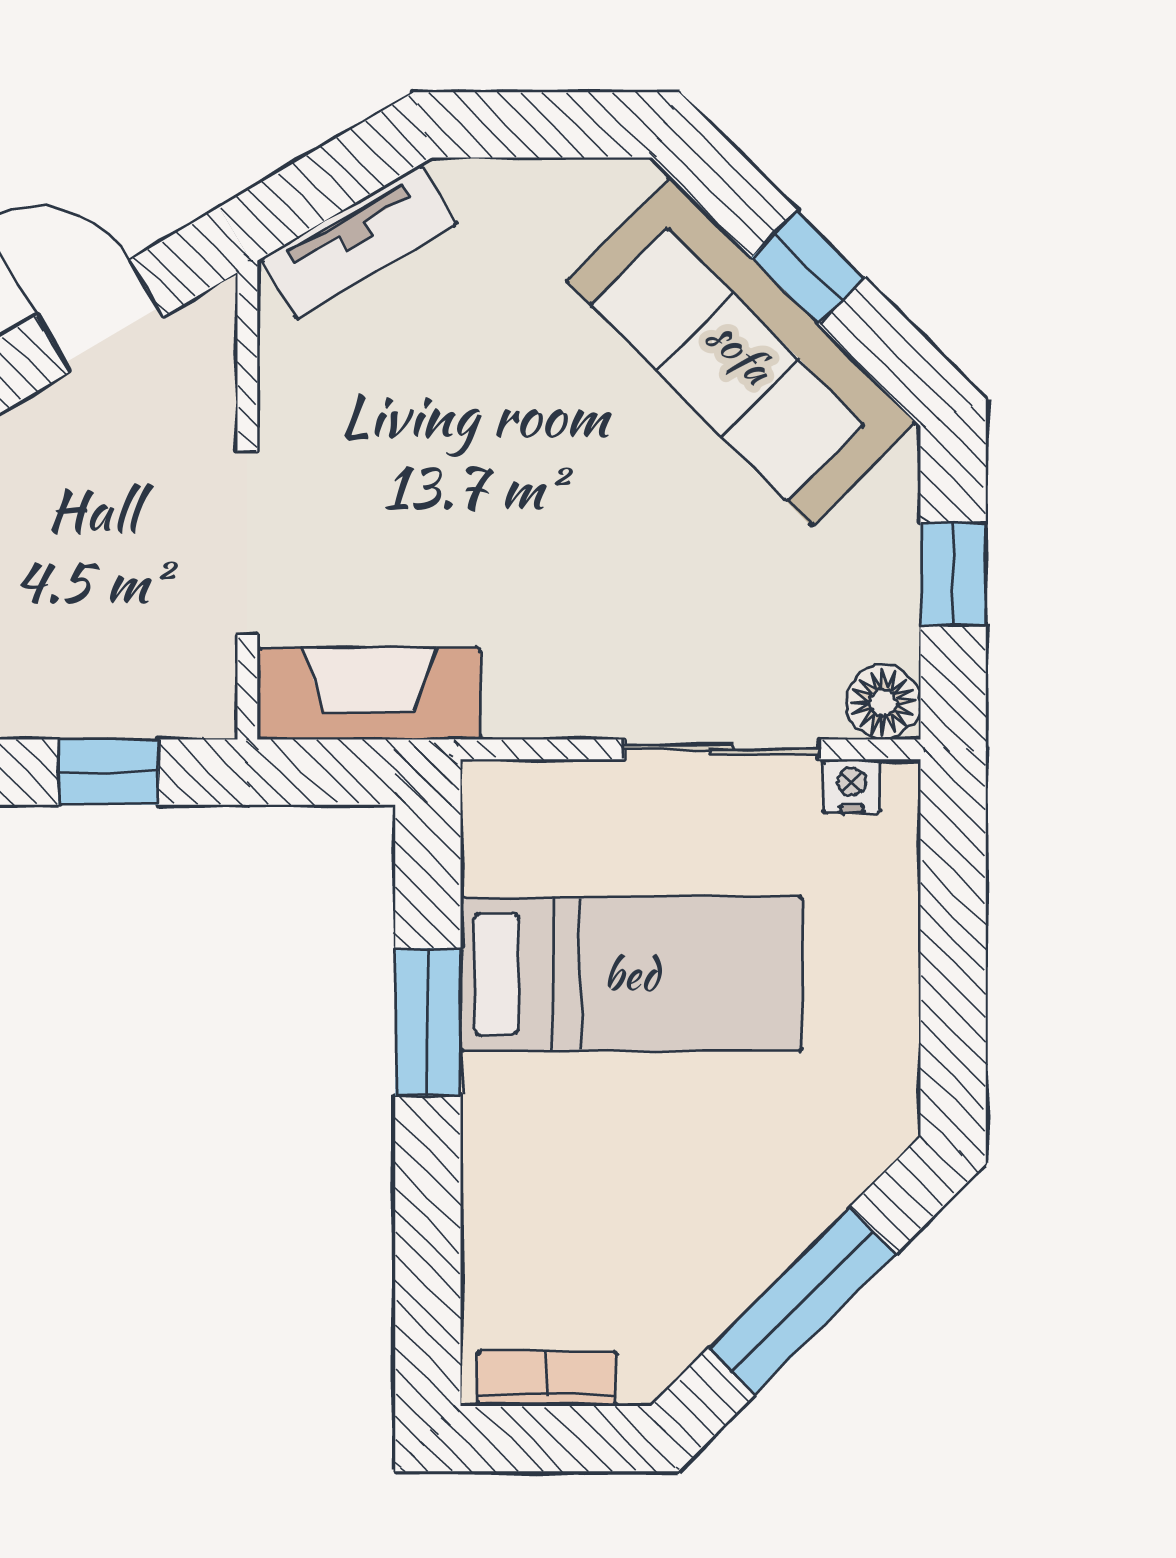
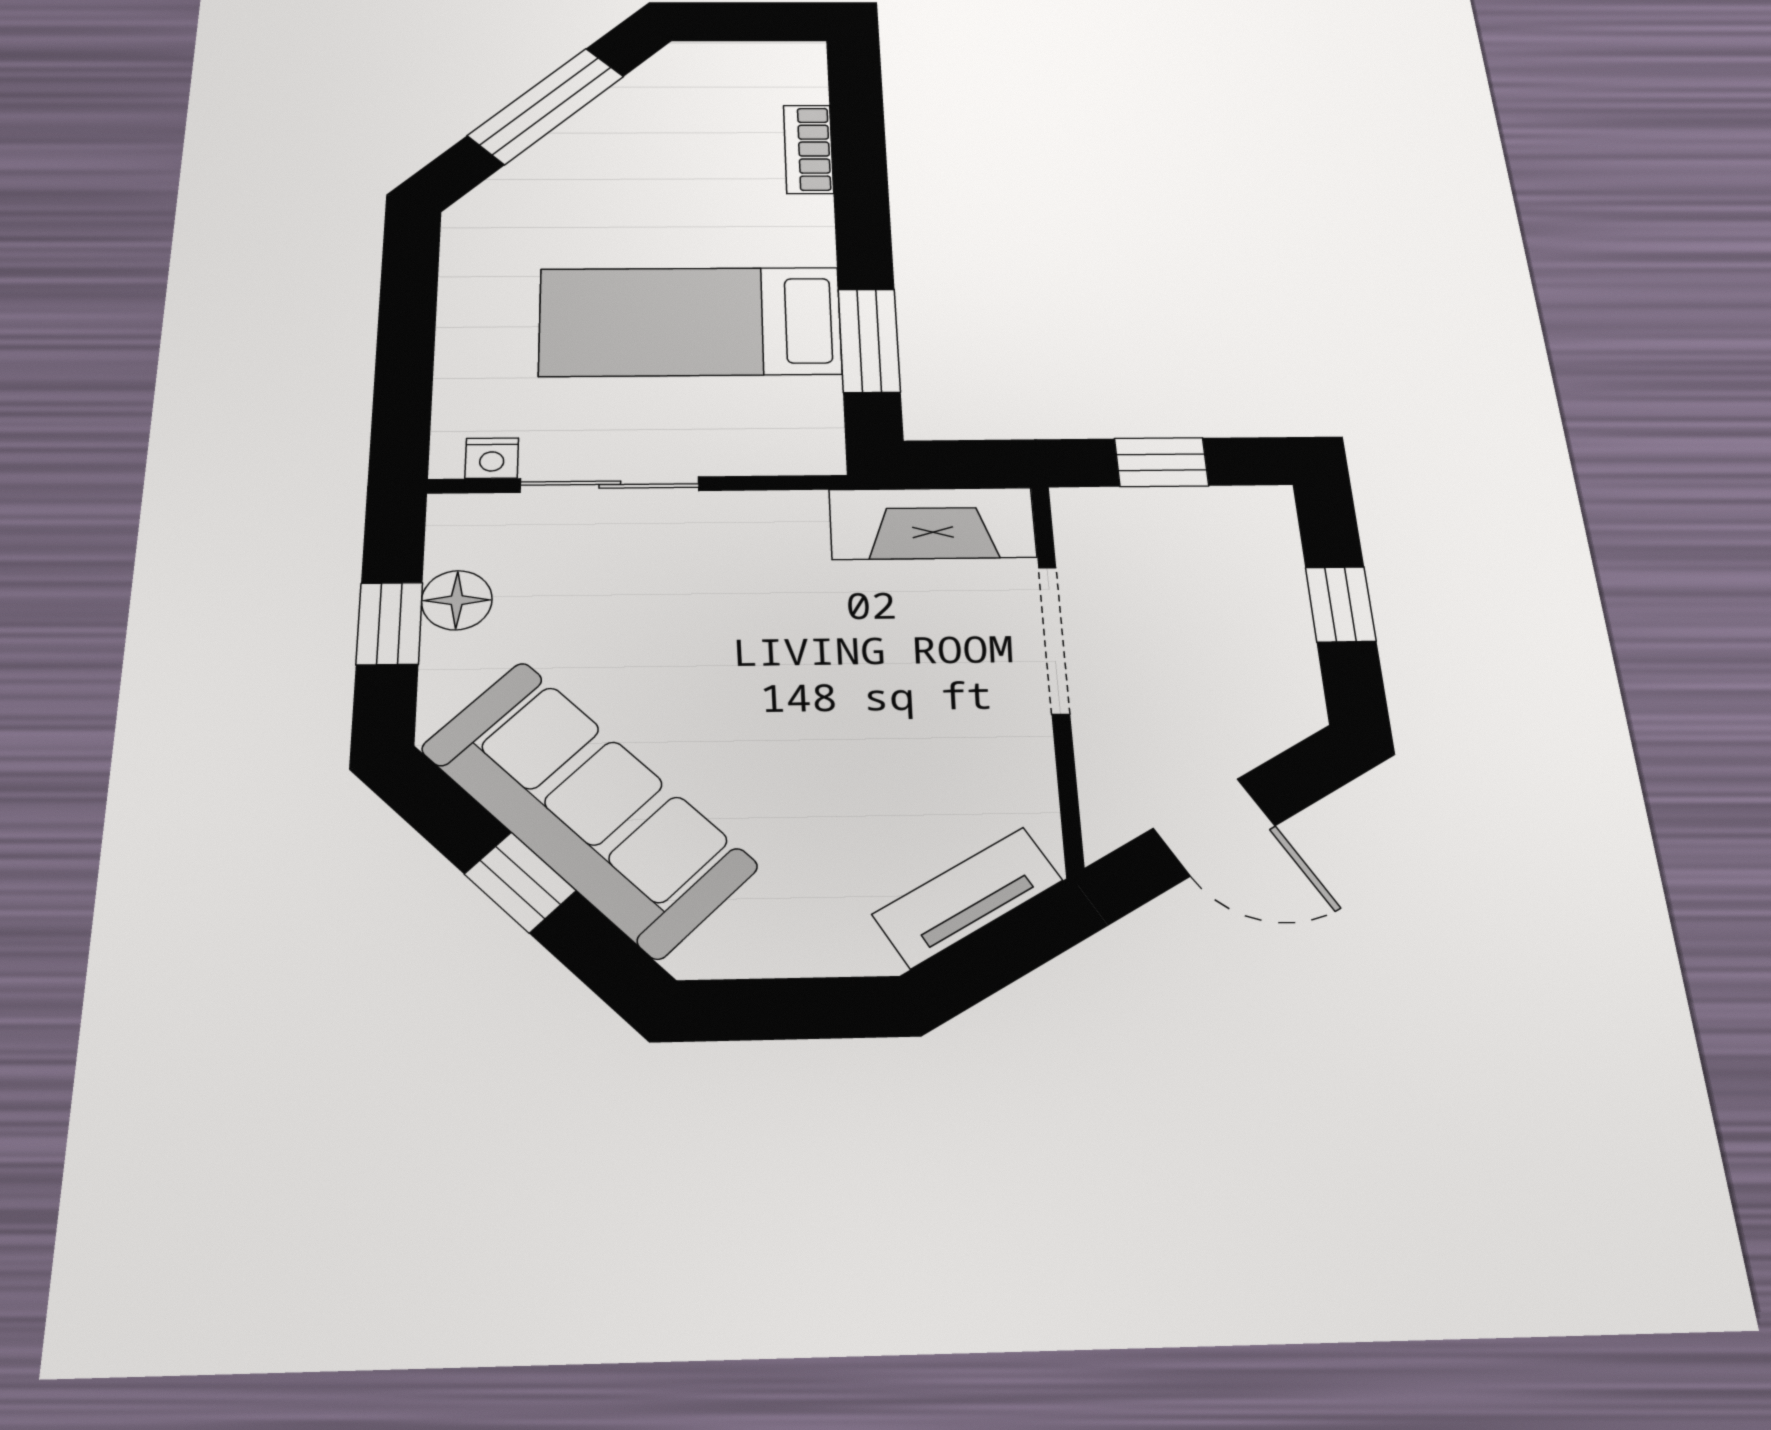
floor lamp: (883, 702) -> (457, 600), moved
window: (428, 1022) -> (869, 340), moved
bookcase: (547, 1378) -> (808, 149), moved, turned 90

